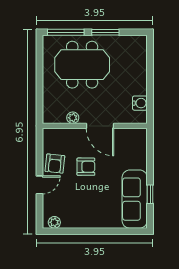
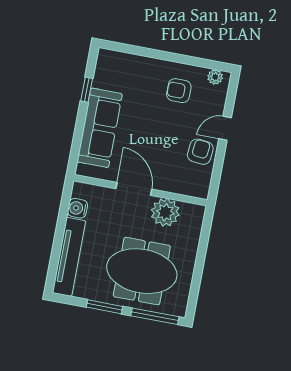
tv unit: (139, 65) -> (69, 257), added
plant: (73, 118) -> (165, 212), width x1.88, depth x1.88
armchair: (86, 167) -> (179, 91), moved
sofa: (135, 199) -> (100, 128), moved

